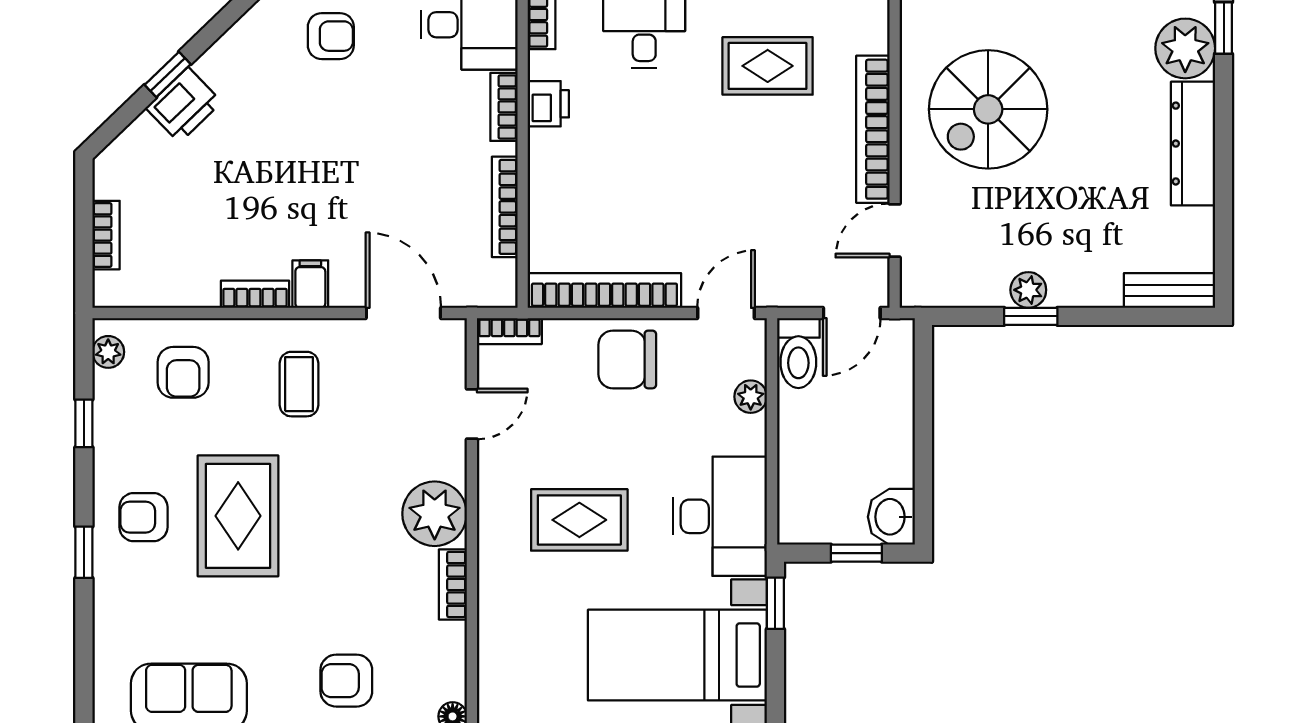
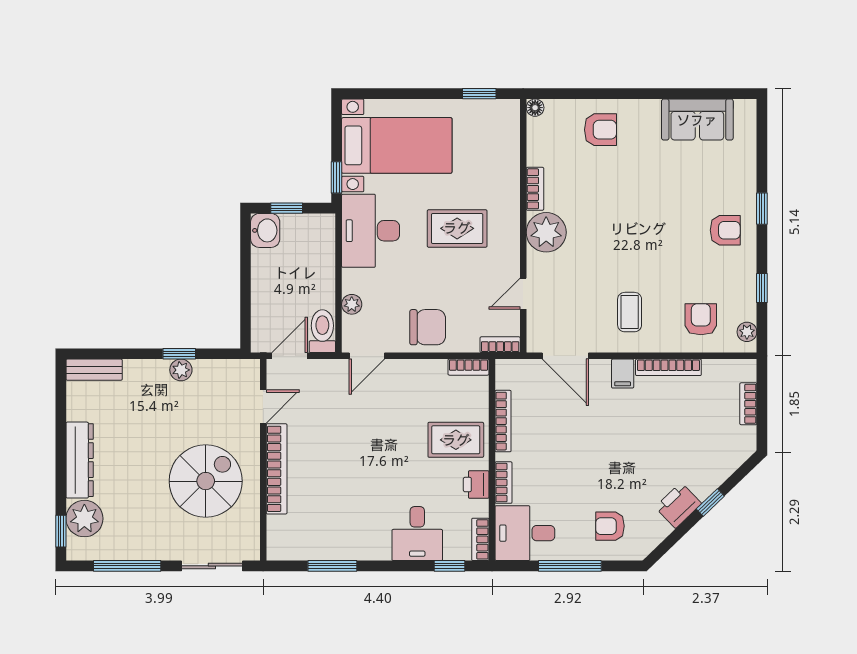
rug: (768, 66) -> (456, 440), moved
printer: (184, 105) -> (678, 505), moved
bookcase: (604, 290) -> (468, 367), width x0.43, depth x0.76
bookcase: (255, 294) -> (668, 367), width x1.56
rug: (238, 516) -> (667, 231), removed

